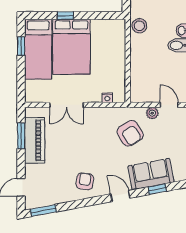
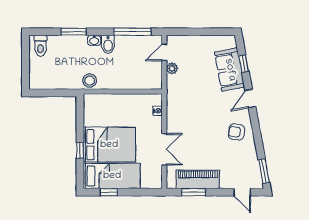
armchair: (130, 133) -> (191, 89), removed

